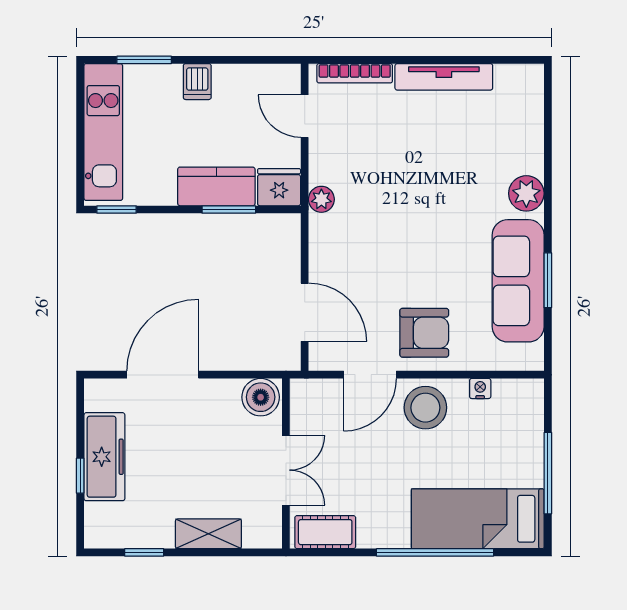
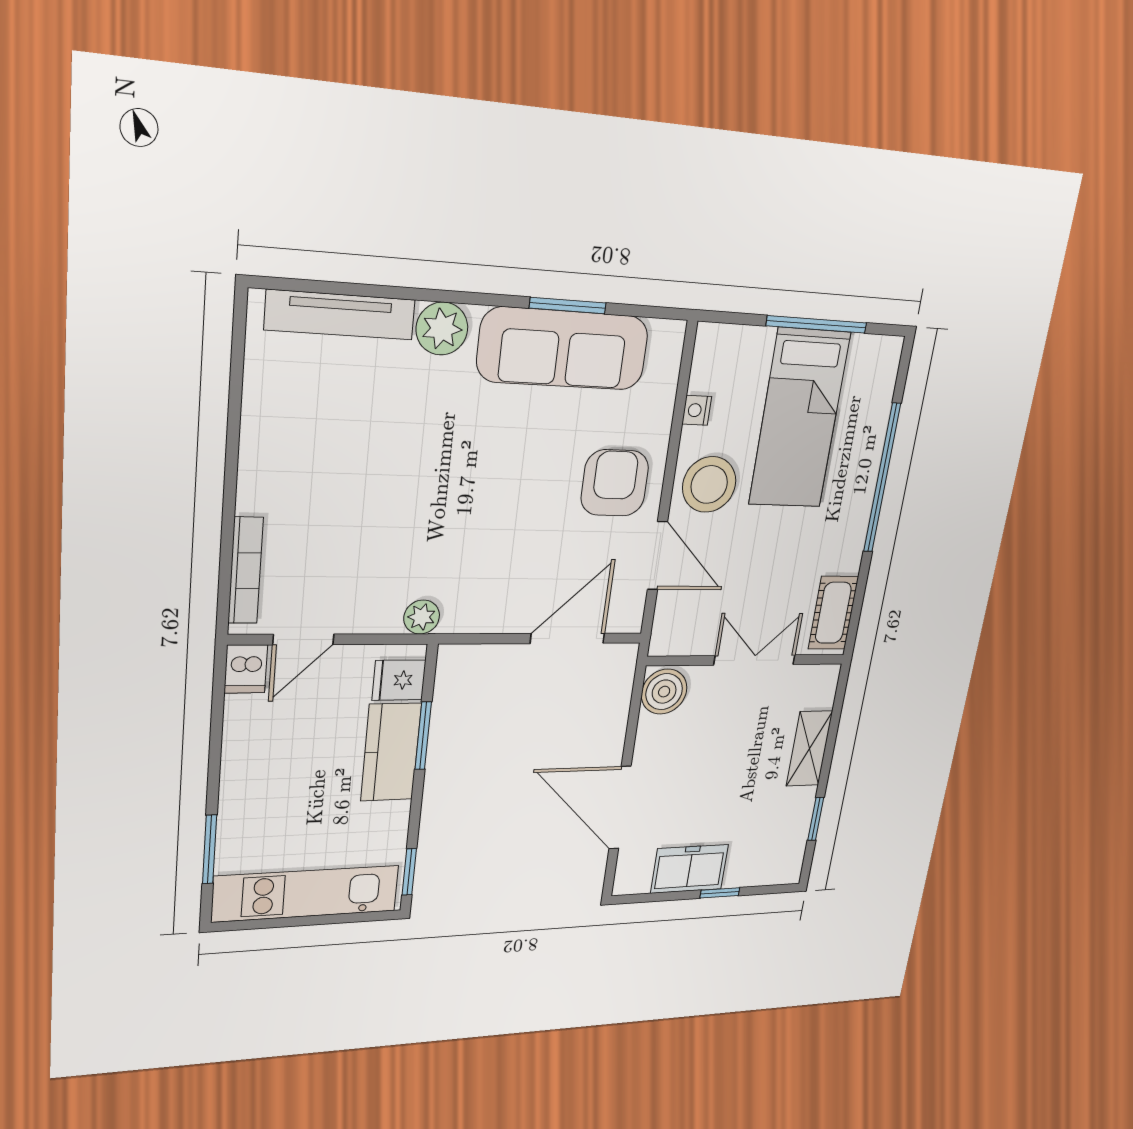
tv unit: (444, 77) -> (340, 315), moved, turned 90
dishwasher: (197, 82) -> (246, 669), moved, turned 90
fridge: (279, 187) -> (399, 680), width x0.72
freezer: (104, 457) -> (689, 869), width x0.71
bed: (478, 519) -> (799, 419), moved

